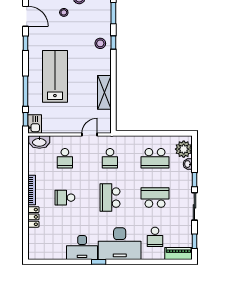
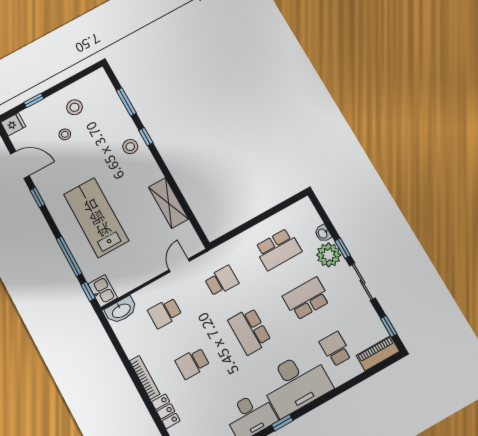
plant: (184, 149) -> (329, 255), moved
school desk: (65, 158) -> (165, 313), turned 90
school desk: (110, 158) -> (222, 281), turned -90
school desk: (155, 237) -> (336, 349), turned 180

